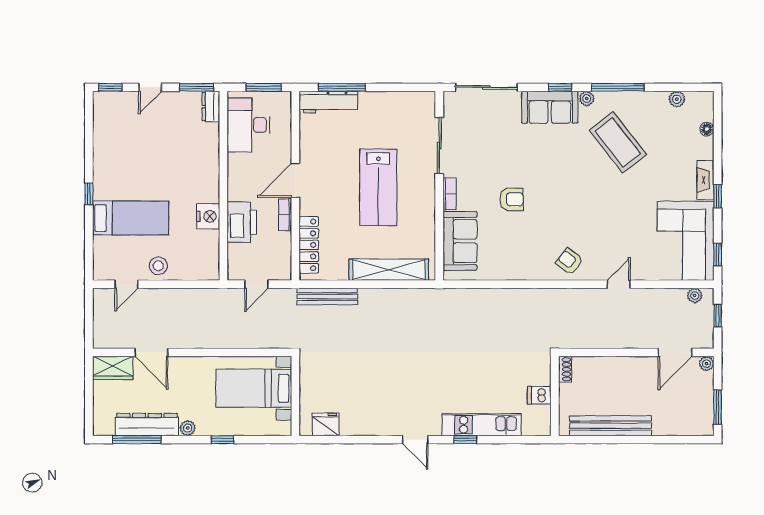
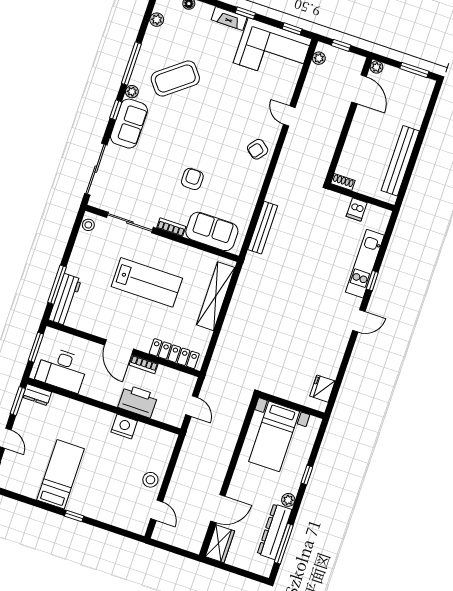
stool: (421, 100) -> (88, 225), added
bed: (131, 218) -> (61, 474), moved
bench: (327, 297) -> (263, 228), moved

